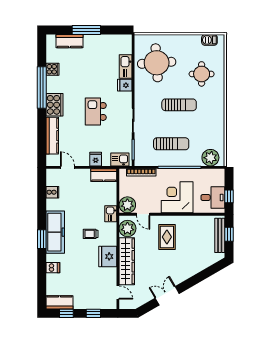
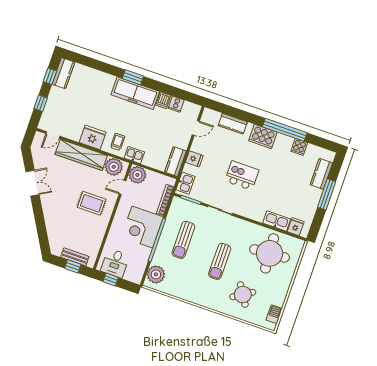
round table: (202, 74) -> (243, 295), turned -32
fridge: (125, 85) -> (296, 227), moved
kitchen counter: (52, 136) -> (233, 124), width x0.67
corner desk: (177, 197) -> (142, 227), moved, turned 180
trolley: (91, 234) -> (118, 142), moved
bench: (220, 235) -> (75, 257), width x0.73
dishwasher: (53, 268) -> (163, 100), moved

